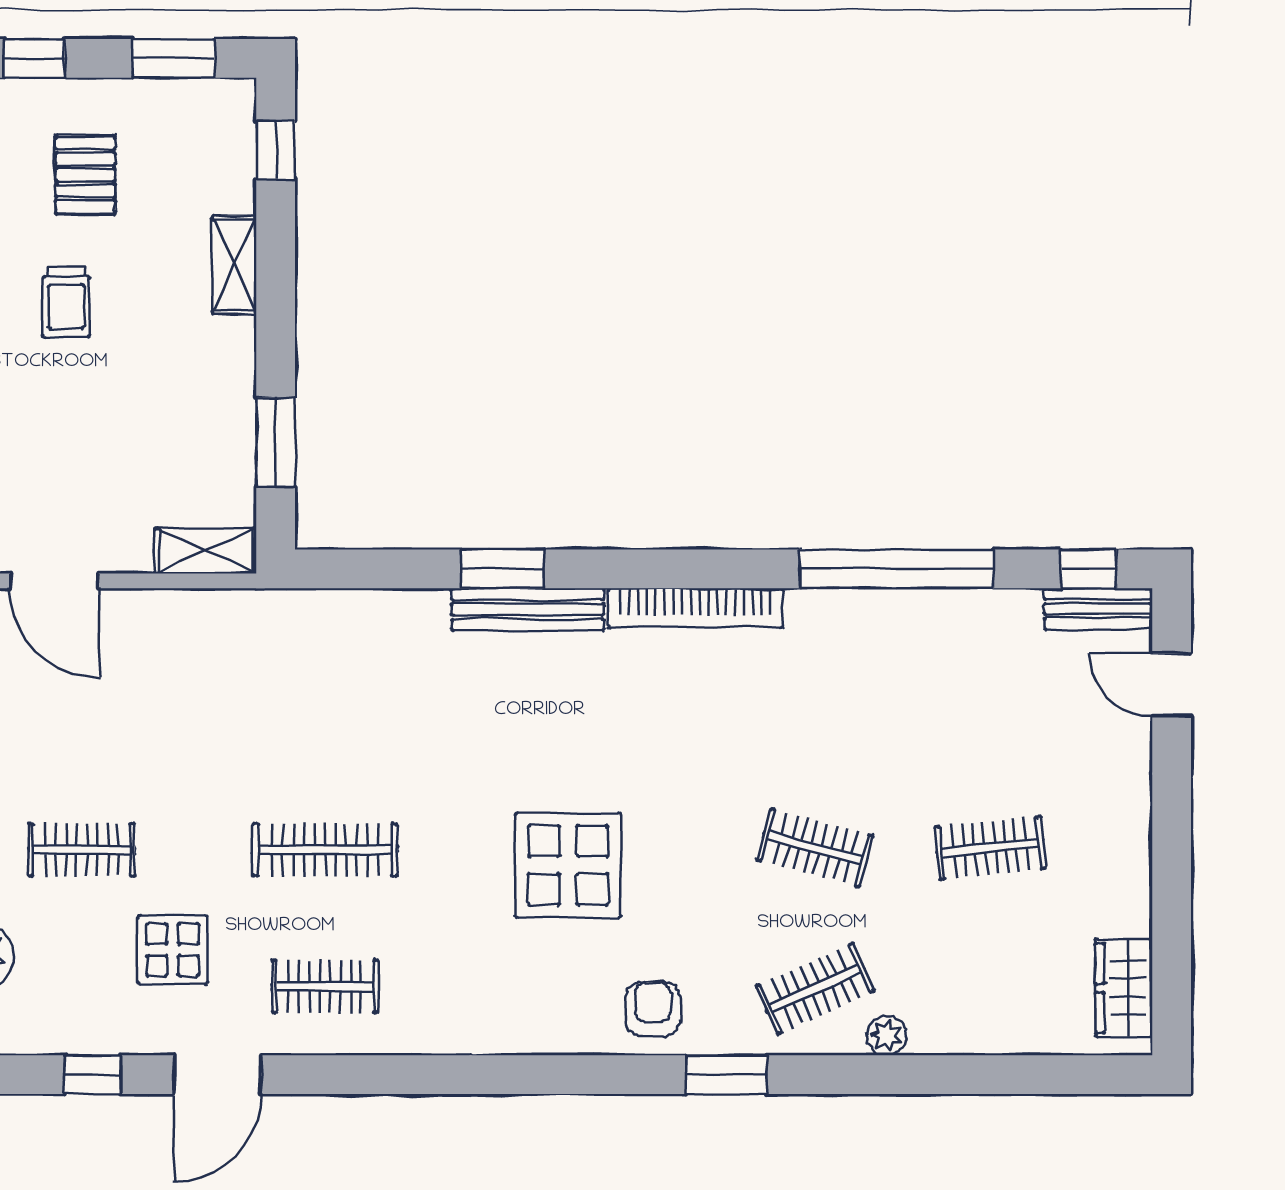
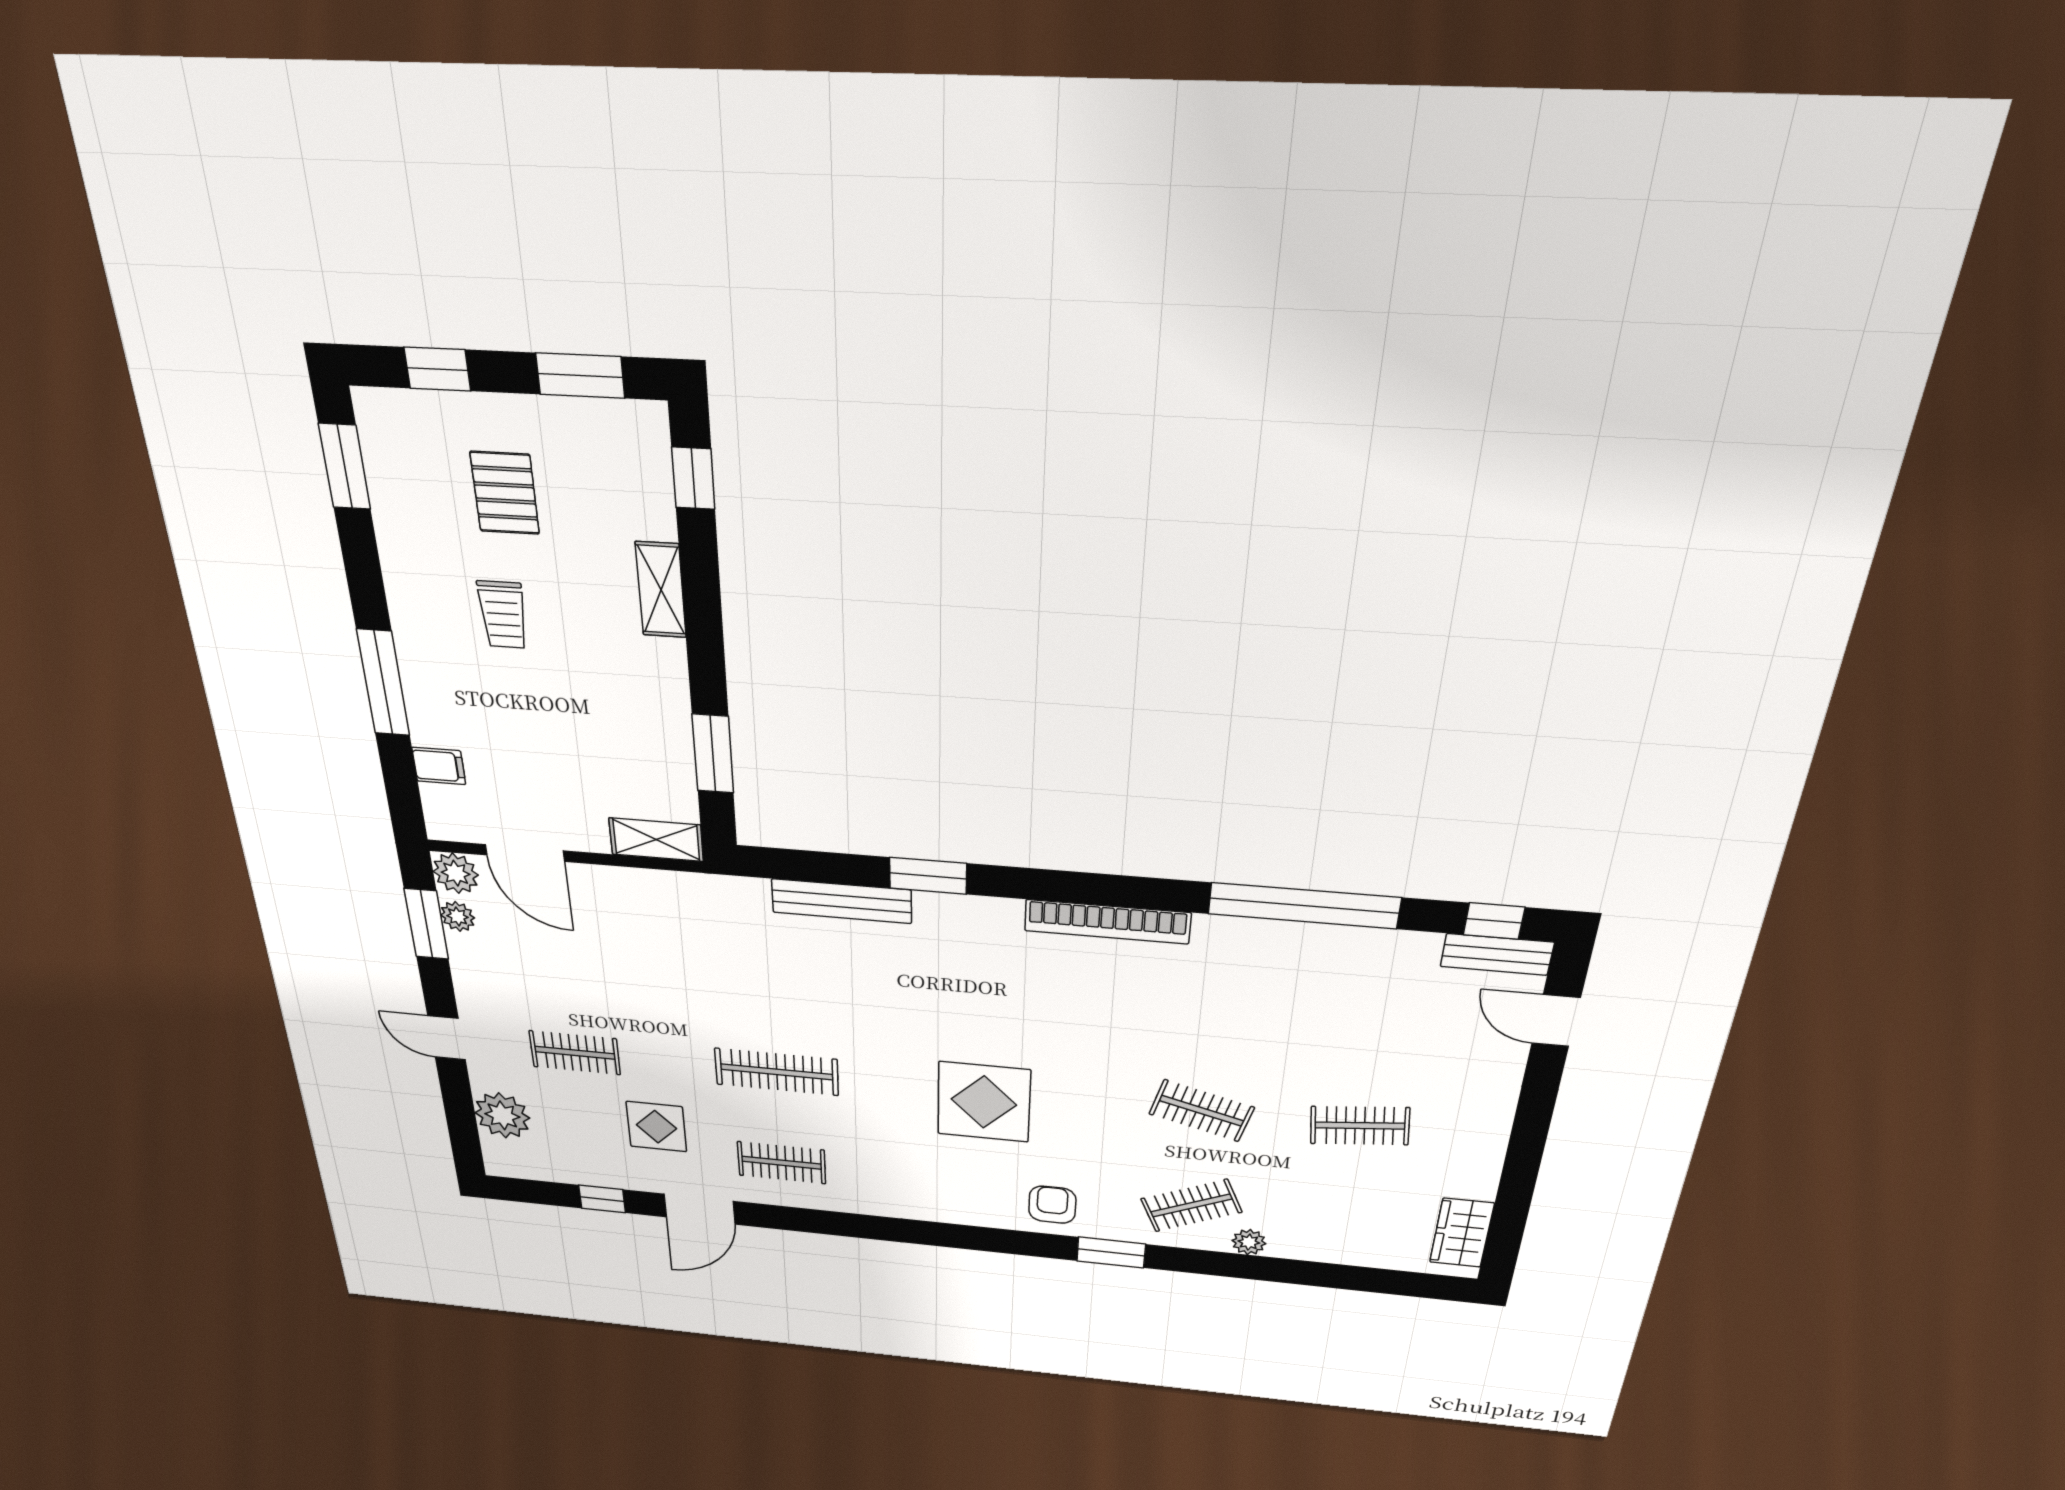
bench: (528, 610) -> (842, 901), moved

